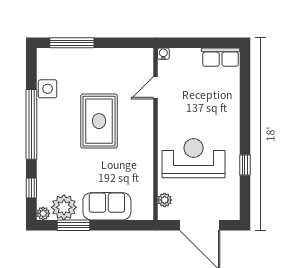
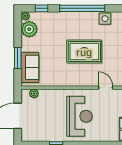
reception desk: (194, 158) -> (79, 116), moved
sofa: (107, 206) -> (30, 67), moved
window: (74, 225) -> (18, 58), moved

